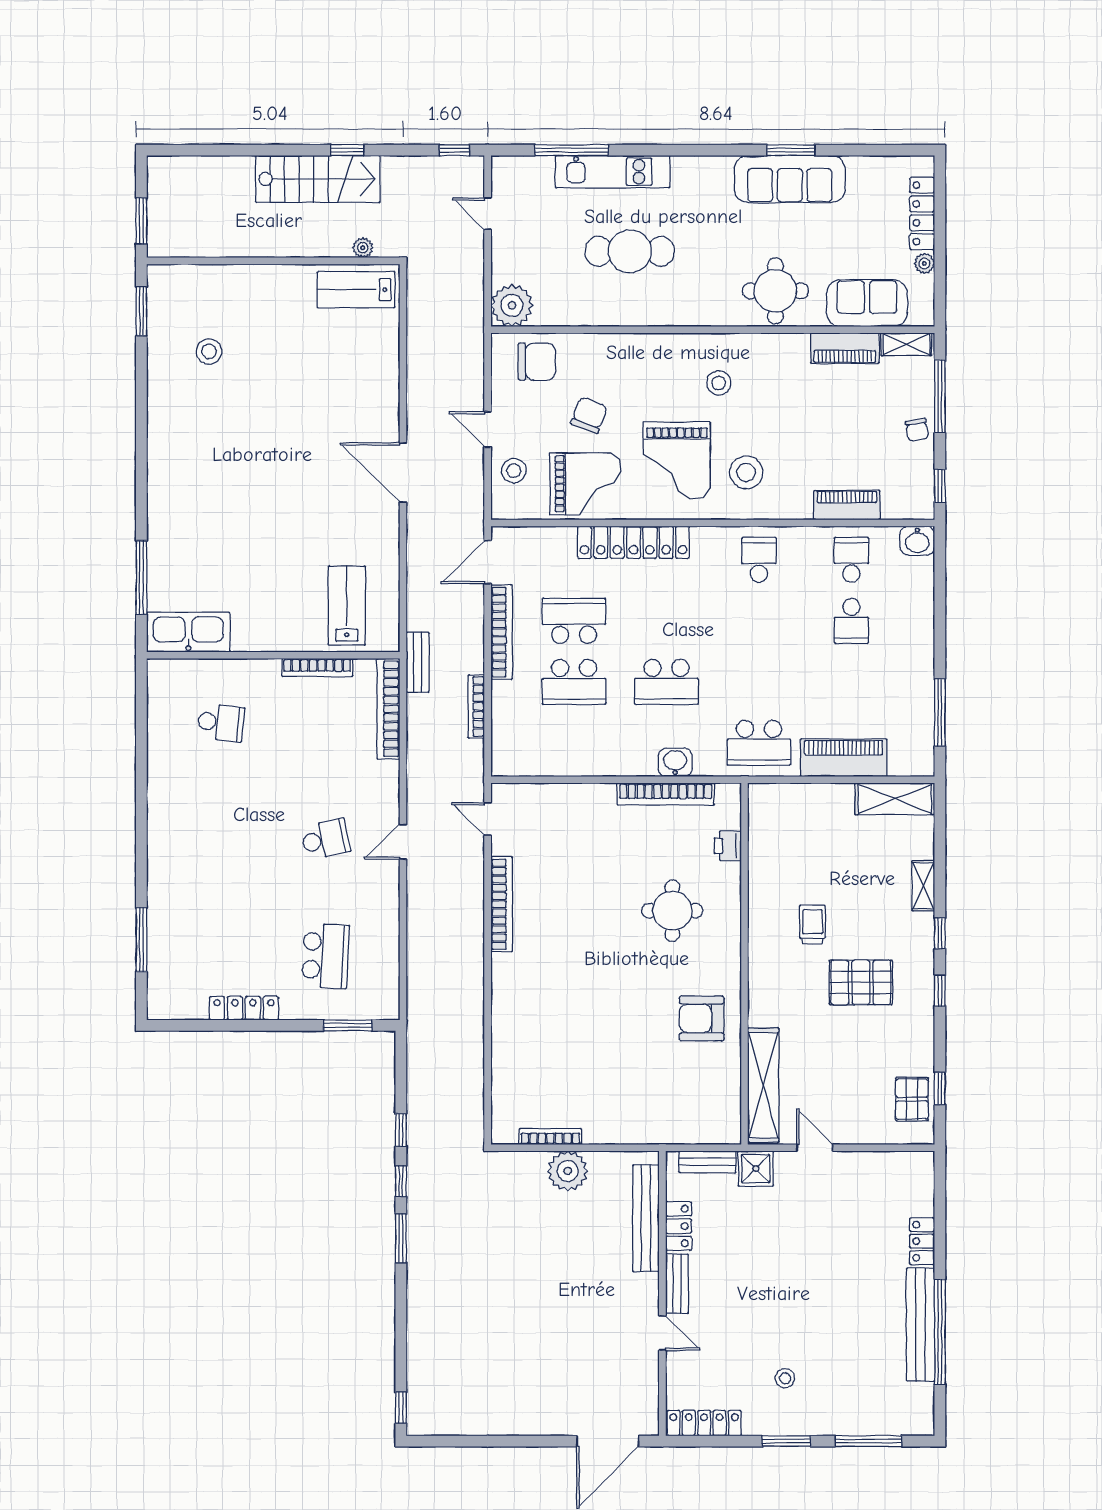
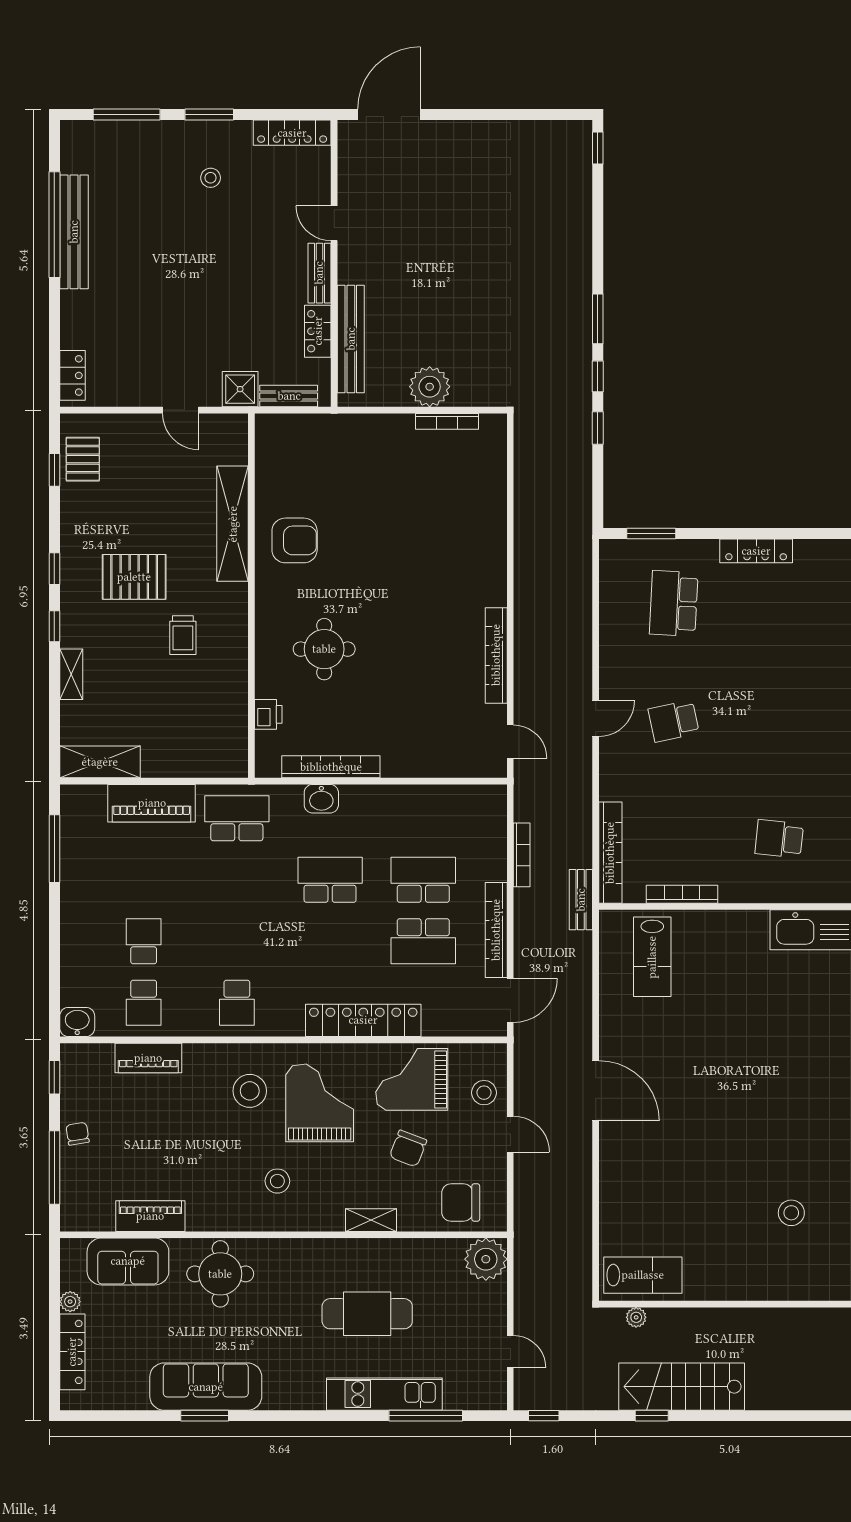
shelving: (906, 344) -> (371, 1220), moved
shelving: (763, 1085) -> (233, 524), moved
locker: (922, 1241) -> (72, 375), moved

